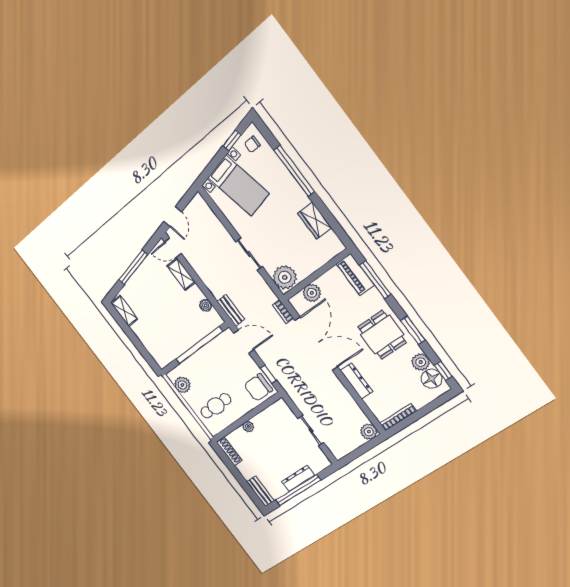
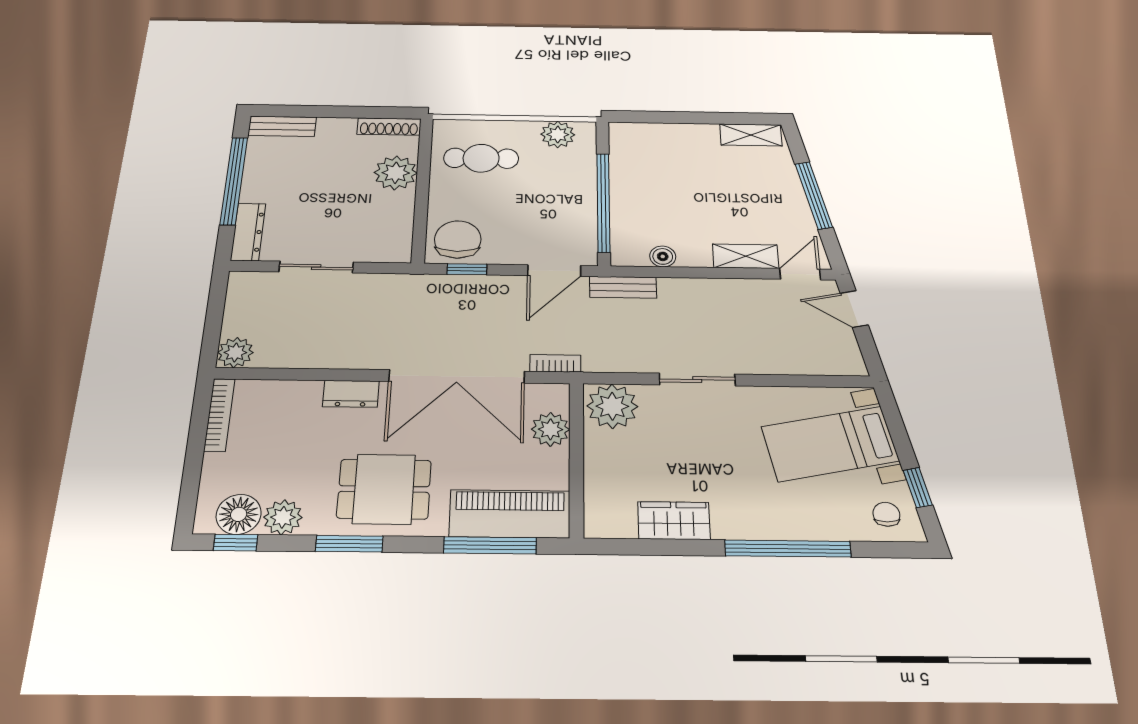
piano: (355, 274) -> (510, 514), width x1.37, depth x1.33
dresser: (356, 381) -> (351, 394), width x0.70
cafe table: (216, 406) -> (481, 158), turned 90
plant: (248, 427) -> (396, 173), width x1.87, depth x1.87
dresser: (298, 478) -> (248, 232), moved

